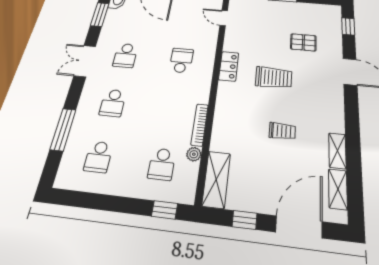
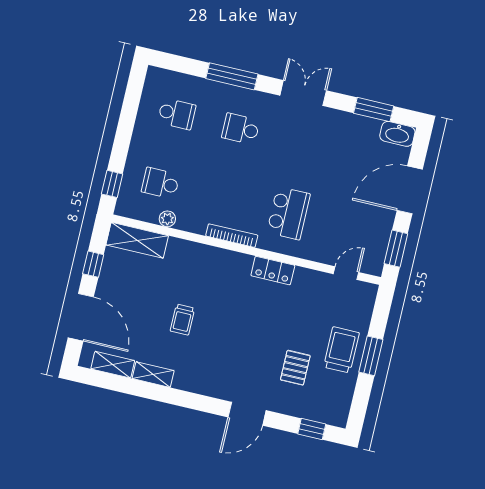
school desk: (125, 55) -> (305, 144), removed
school desk: (181, 60) -> (288, 213), width x1.85
trolley: (274, 78) -> (341, 350), moved, turned 180
bookcase: (200, 125) -> (232, 236), moved
window: (63, 129) -> (232, 76), moved
school desk: (99, 157) -> (177, 114), turned 180

